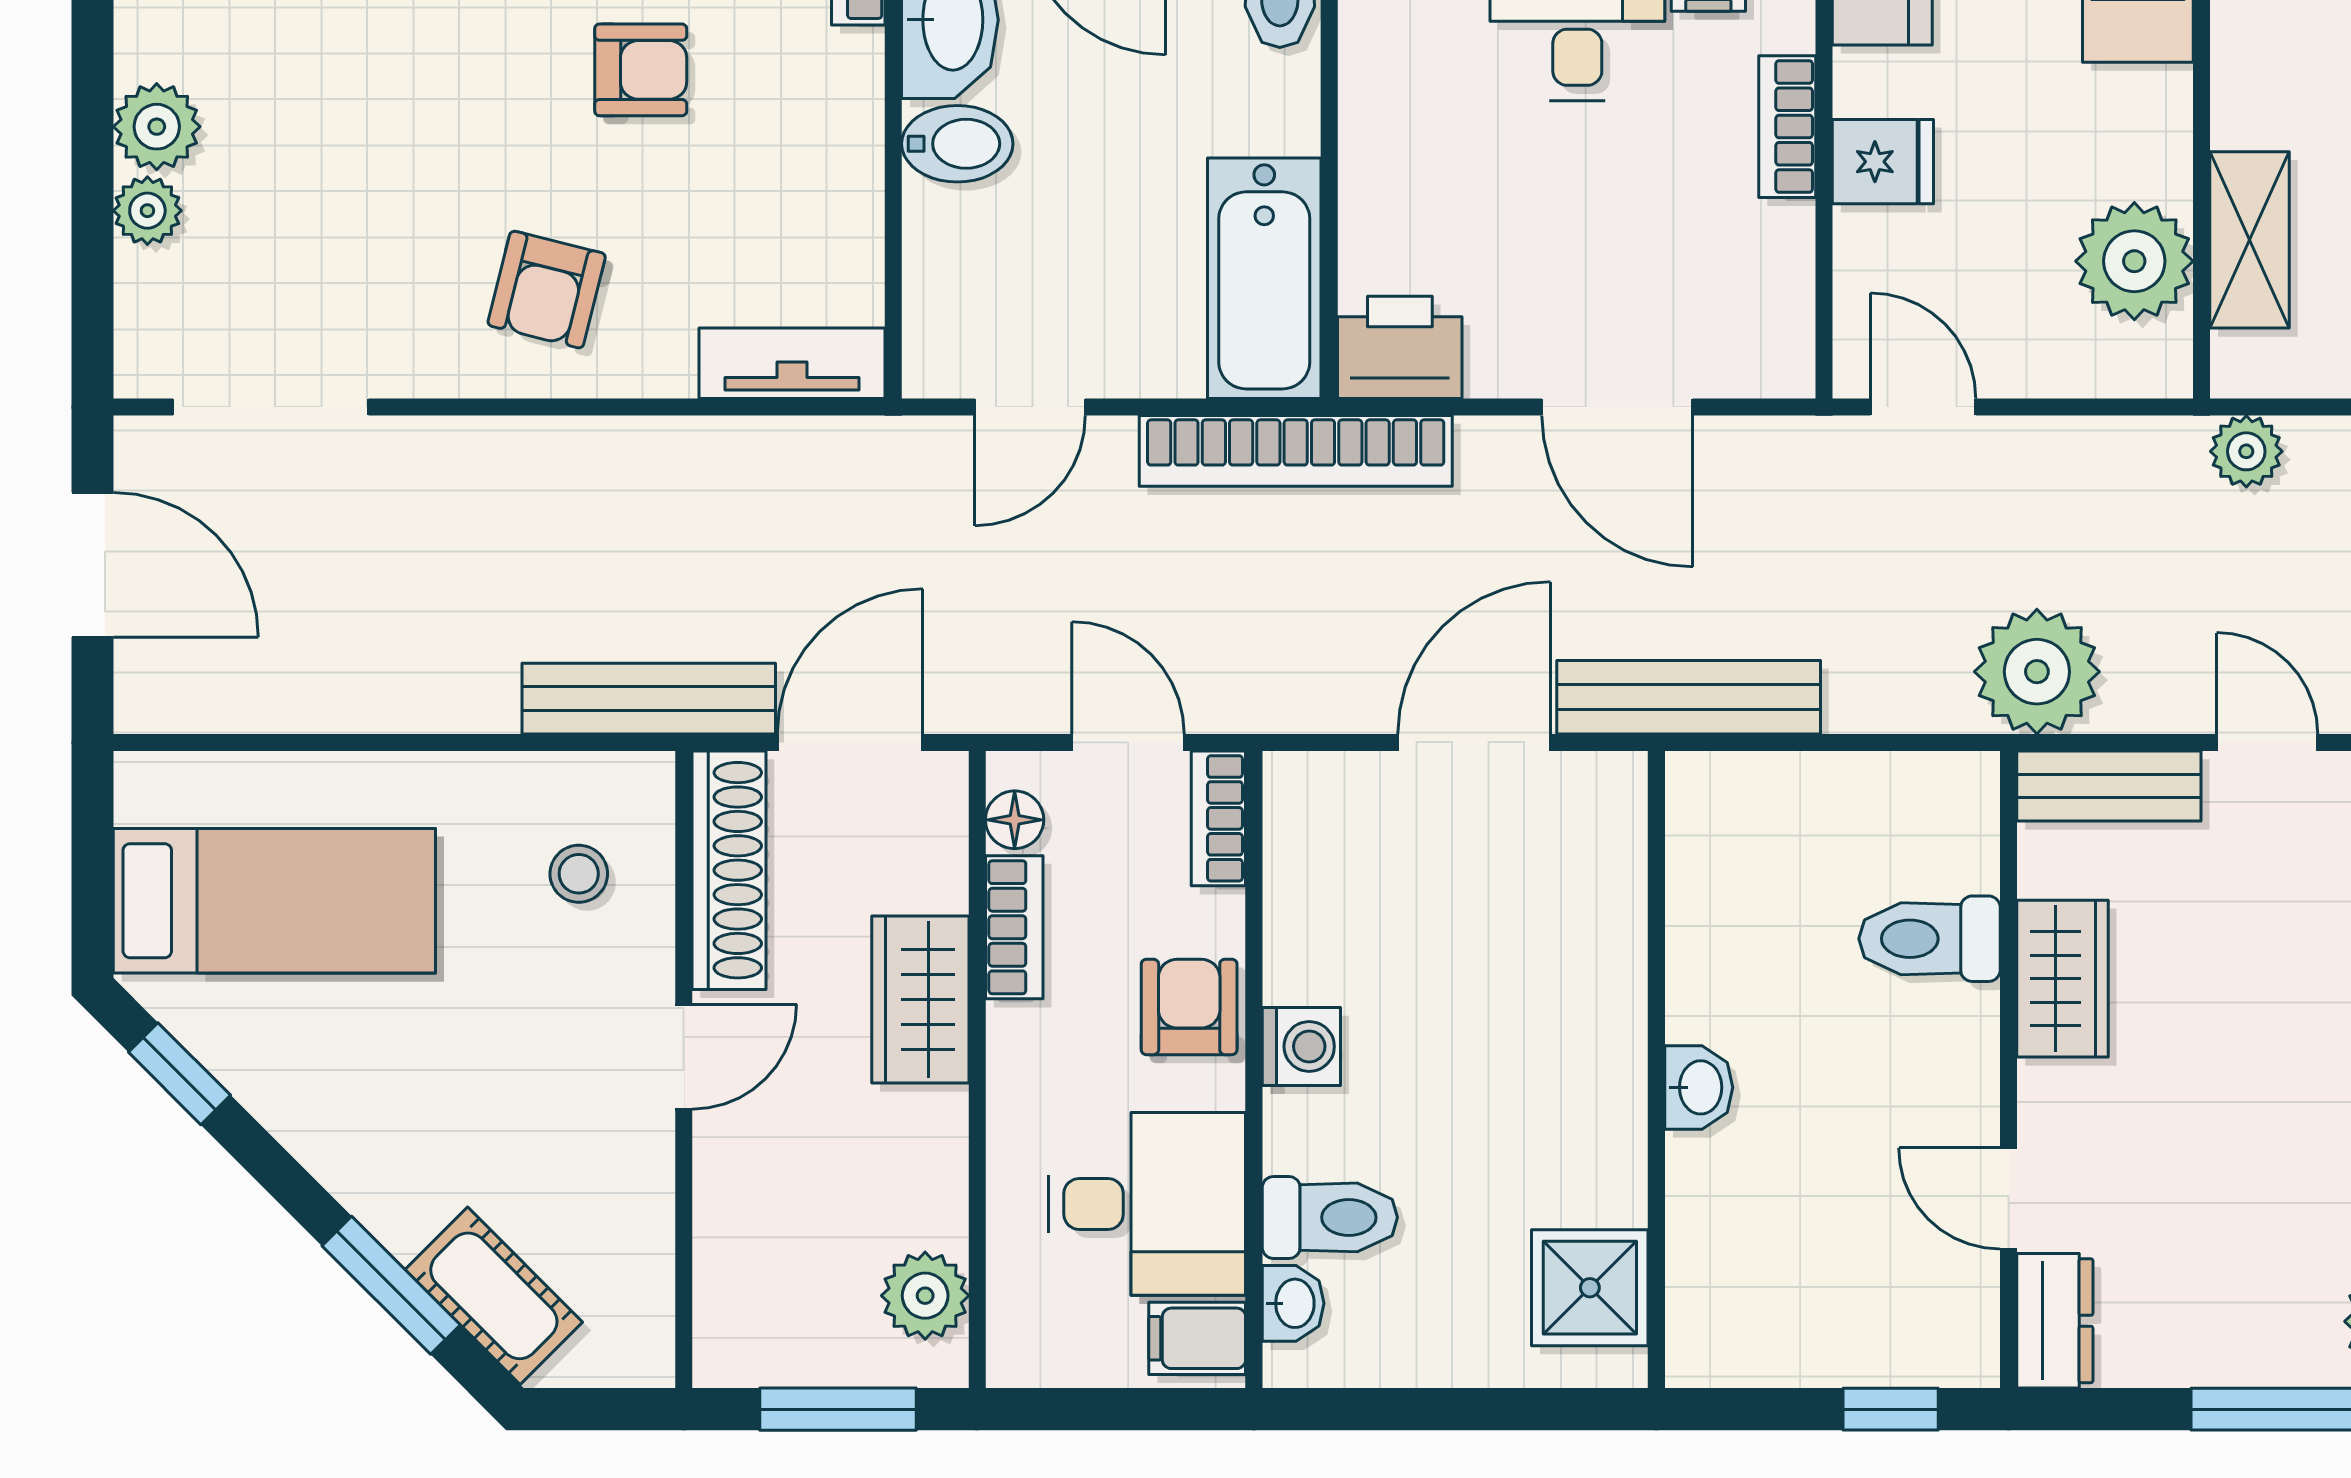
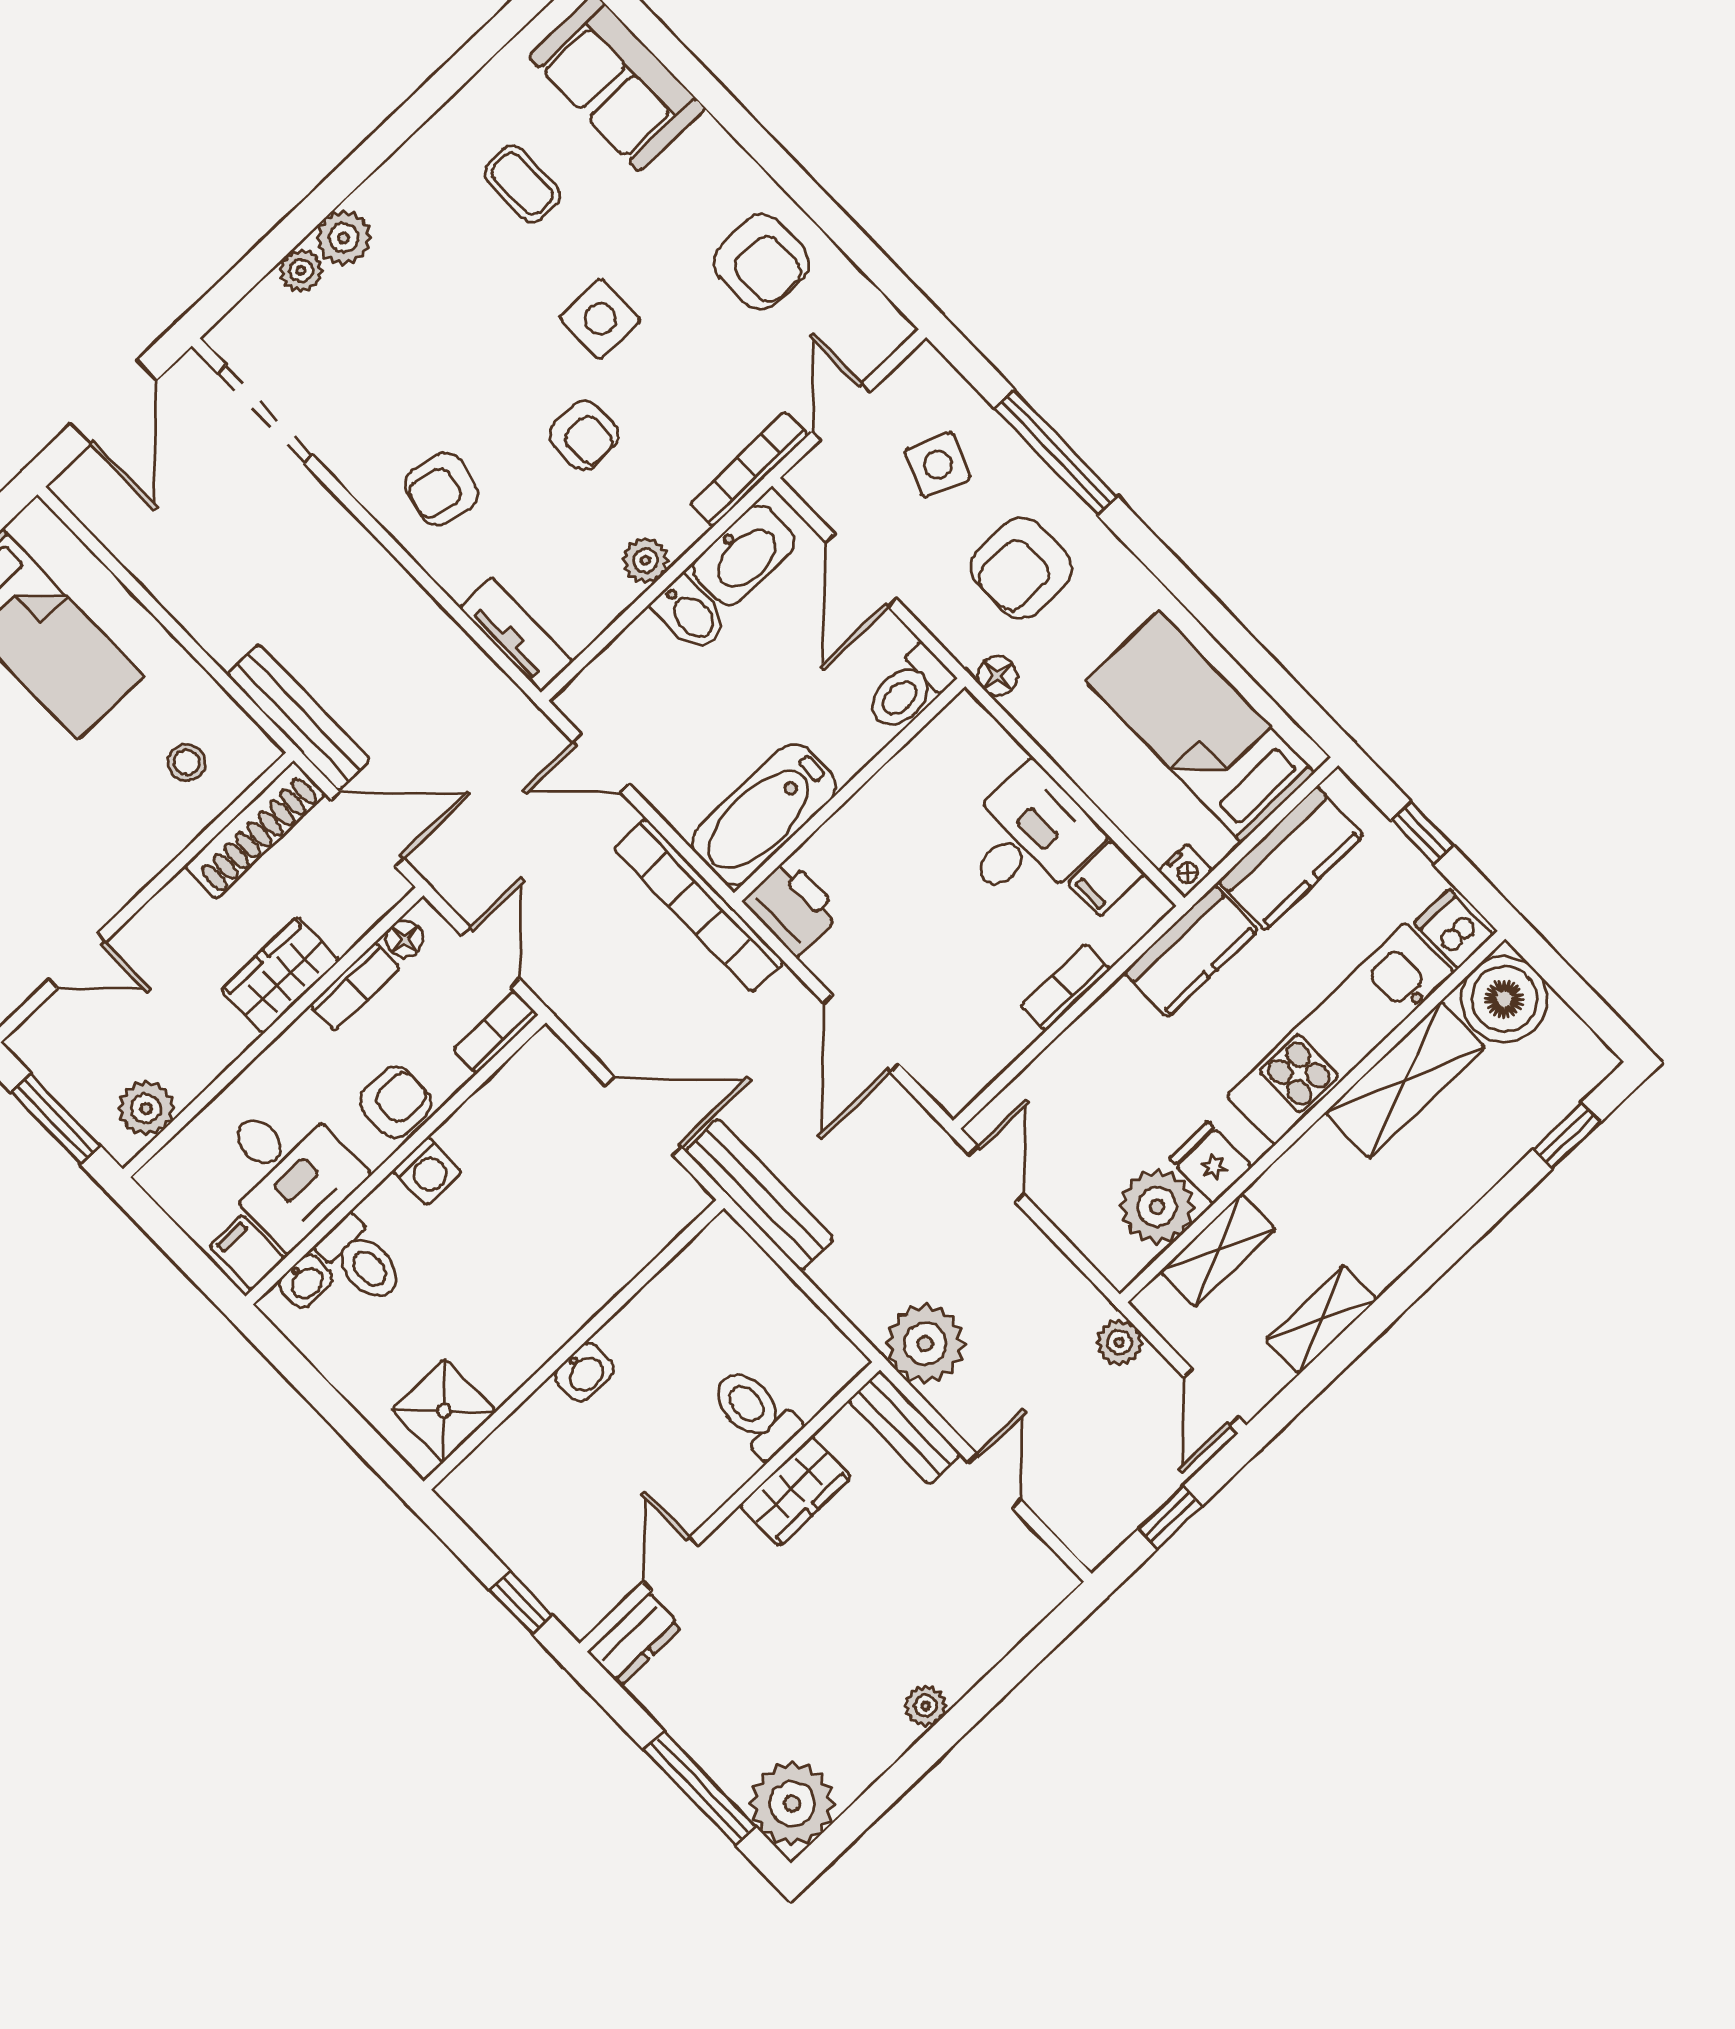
plant: (849, 137) -> (646, 561), added
fridge: (1883, 162) -> (1210, 1163), moved, turned 180
door: (684, 1057) -> (77, 961), moved

